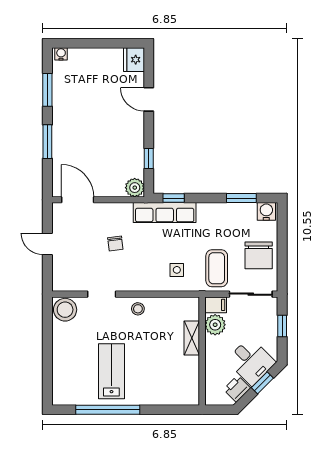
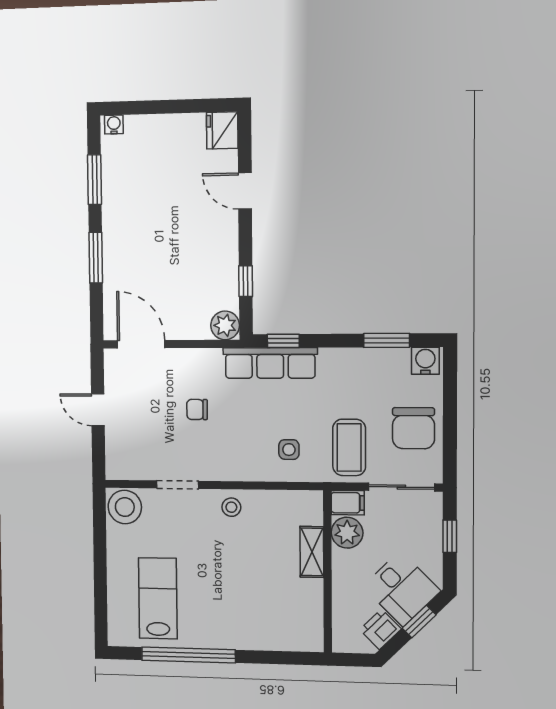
chair: (115, 244) -> (197, 409), turned 97
lab bench: (111, 371) -> (158, 598), moved

